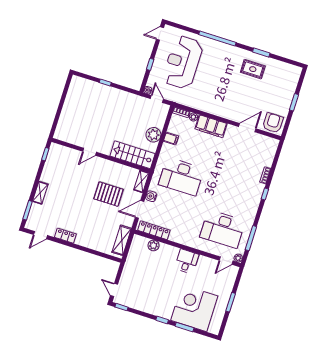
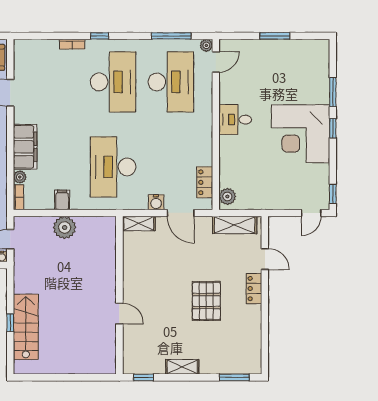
stairs: (132, 155) -> (26, 327), moved, turned 180
desk: (181, 177) -> (113, 167), turned 180
shelving: (40, 193) -> (182, 367), moved
desk: (234, 193) -> (113, 82), added
pallet: (109, 194) -> (206, 301), moved
locker: (154, 230) -> (205, 182), width x0.66
door: (40, 235) -> (265, 259), moved
locker: (65, 236) -> (254, 289), moved
plant: (153, 245) -> (227, 196), moved
door: (226, 261) -> (216, 62), hinge flipped
corner desk: (194, 308) -> (301, 134), moved

